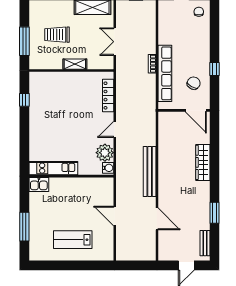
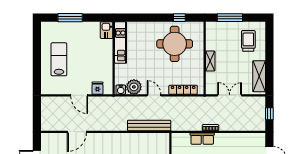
trolley: (57, 35) -> (248, 41), moved
row of seats: (165, 73) -> (202, 139), width x0.50
round table: (55, 105) -> (175, 44), added
bench: (150, 172) -> (149, 125), moved
fridge: (106, 195) -> (97, 88), added
door: (115, 216) -> (79, 95), swing flipped

